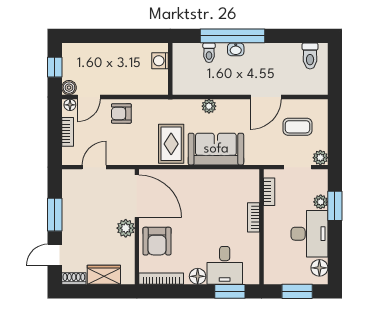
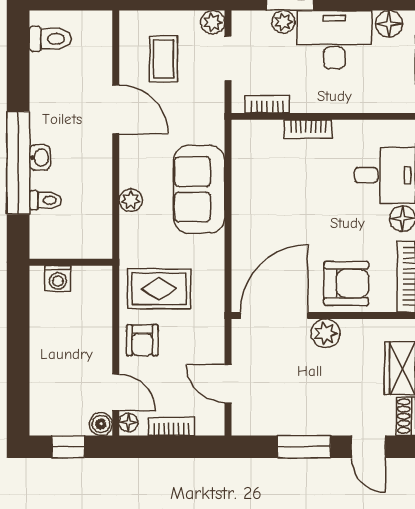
rug: (171, 144) -> (159, 289), moved

